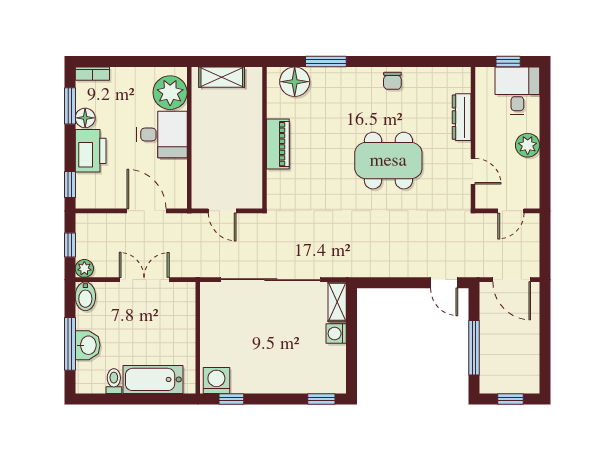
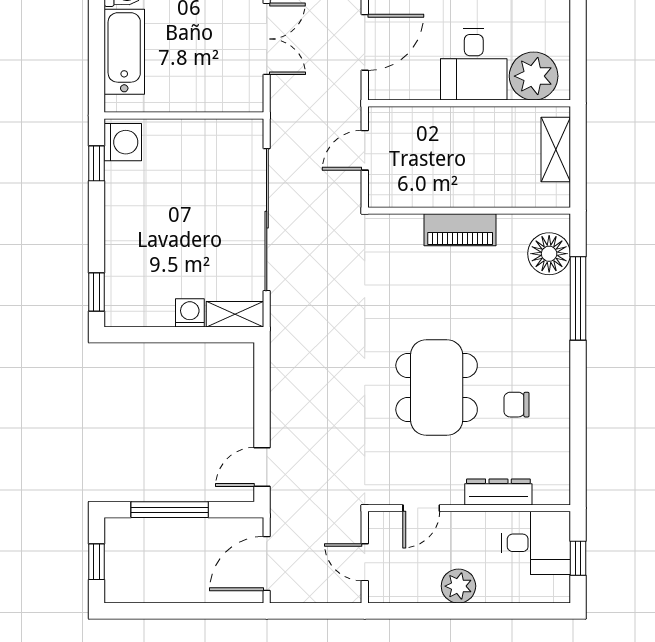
window: (326, 61) -> (578, 298), width x1.44
chair: (392, 81) -> (516, 405), moved
desk: (517, 91) -> (536, 543), moved

